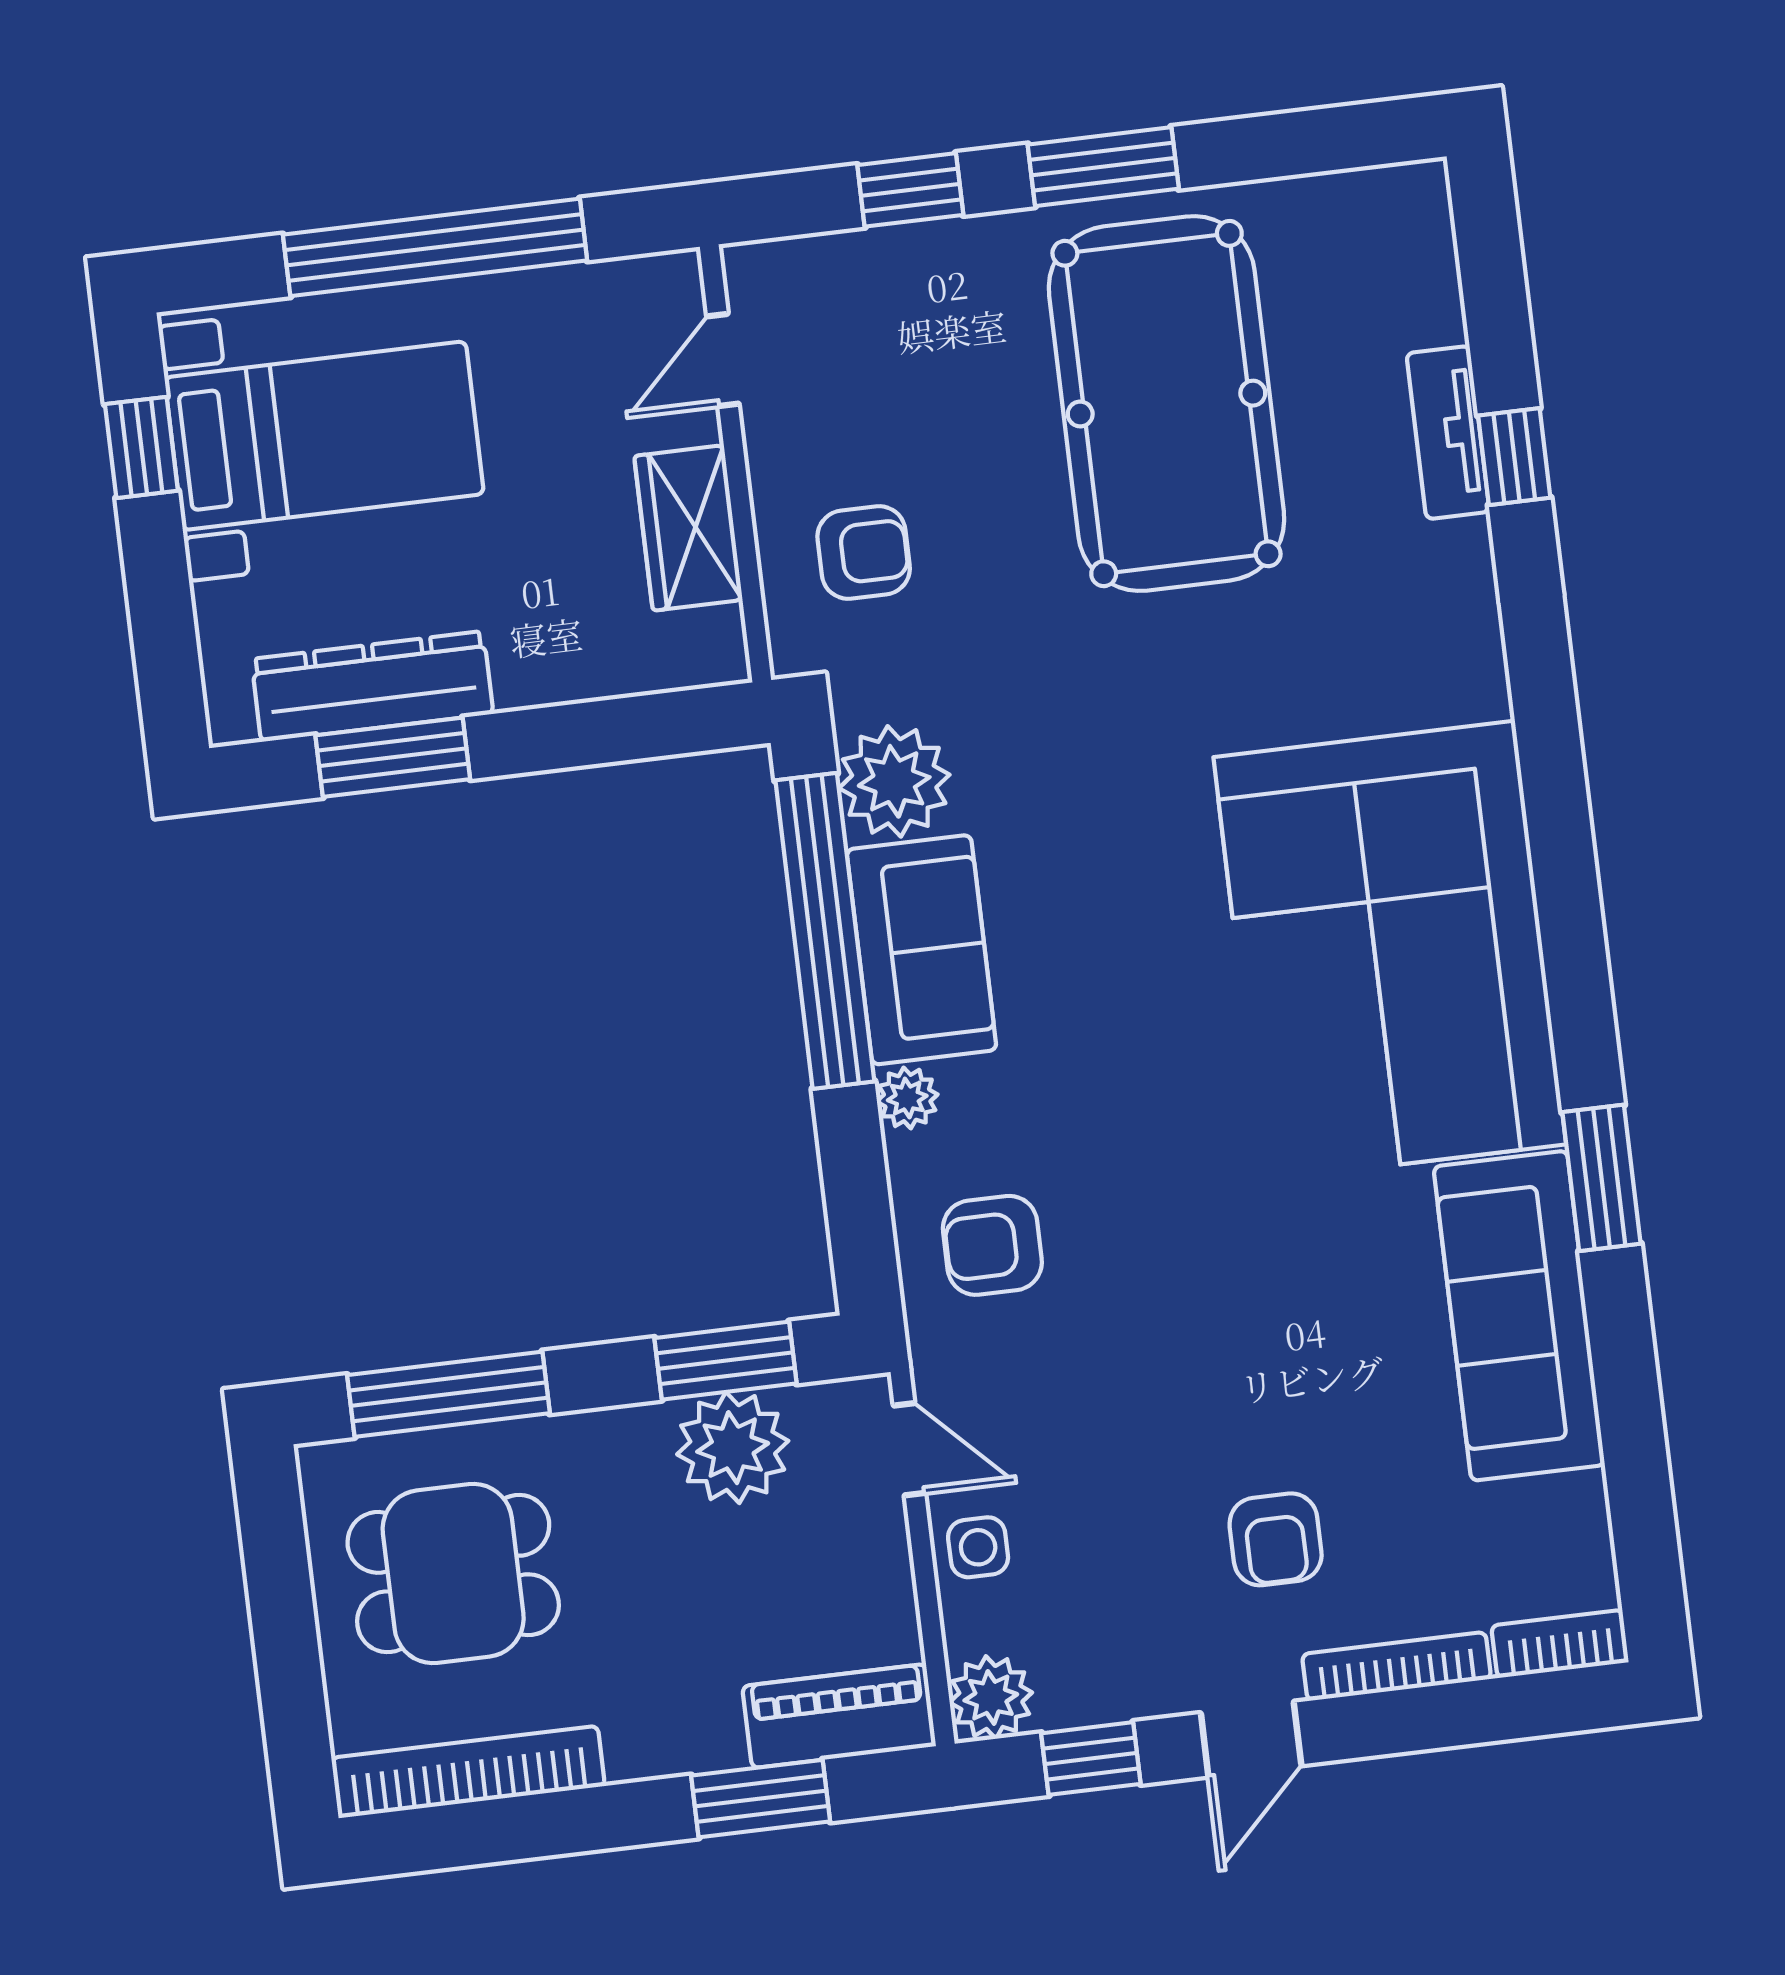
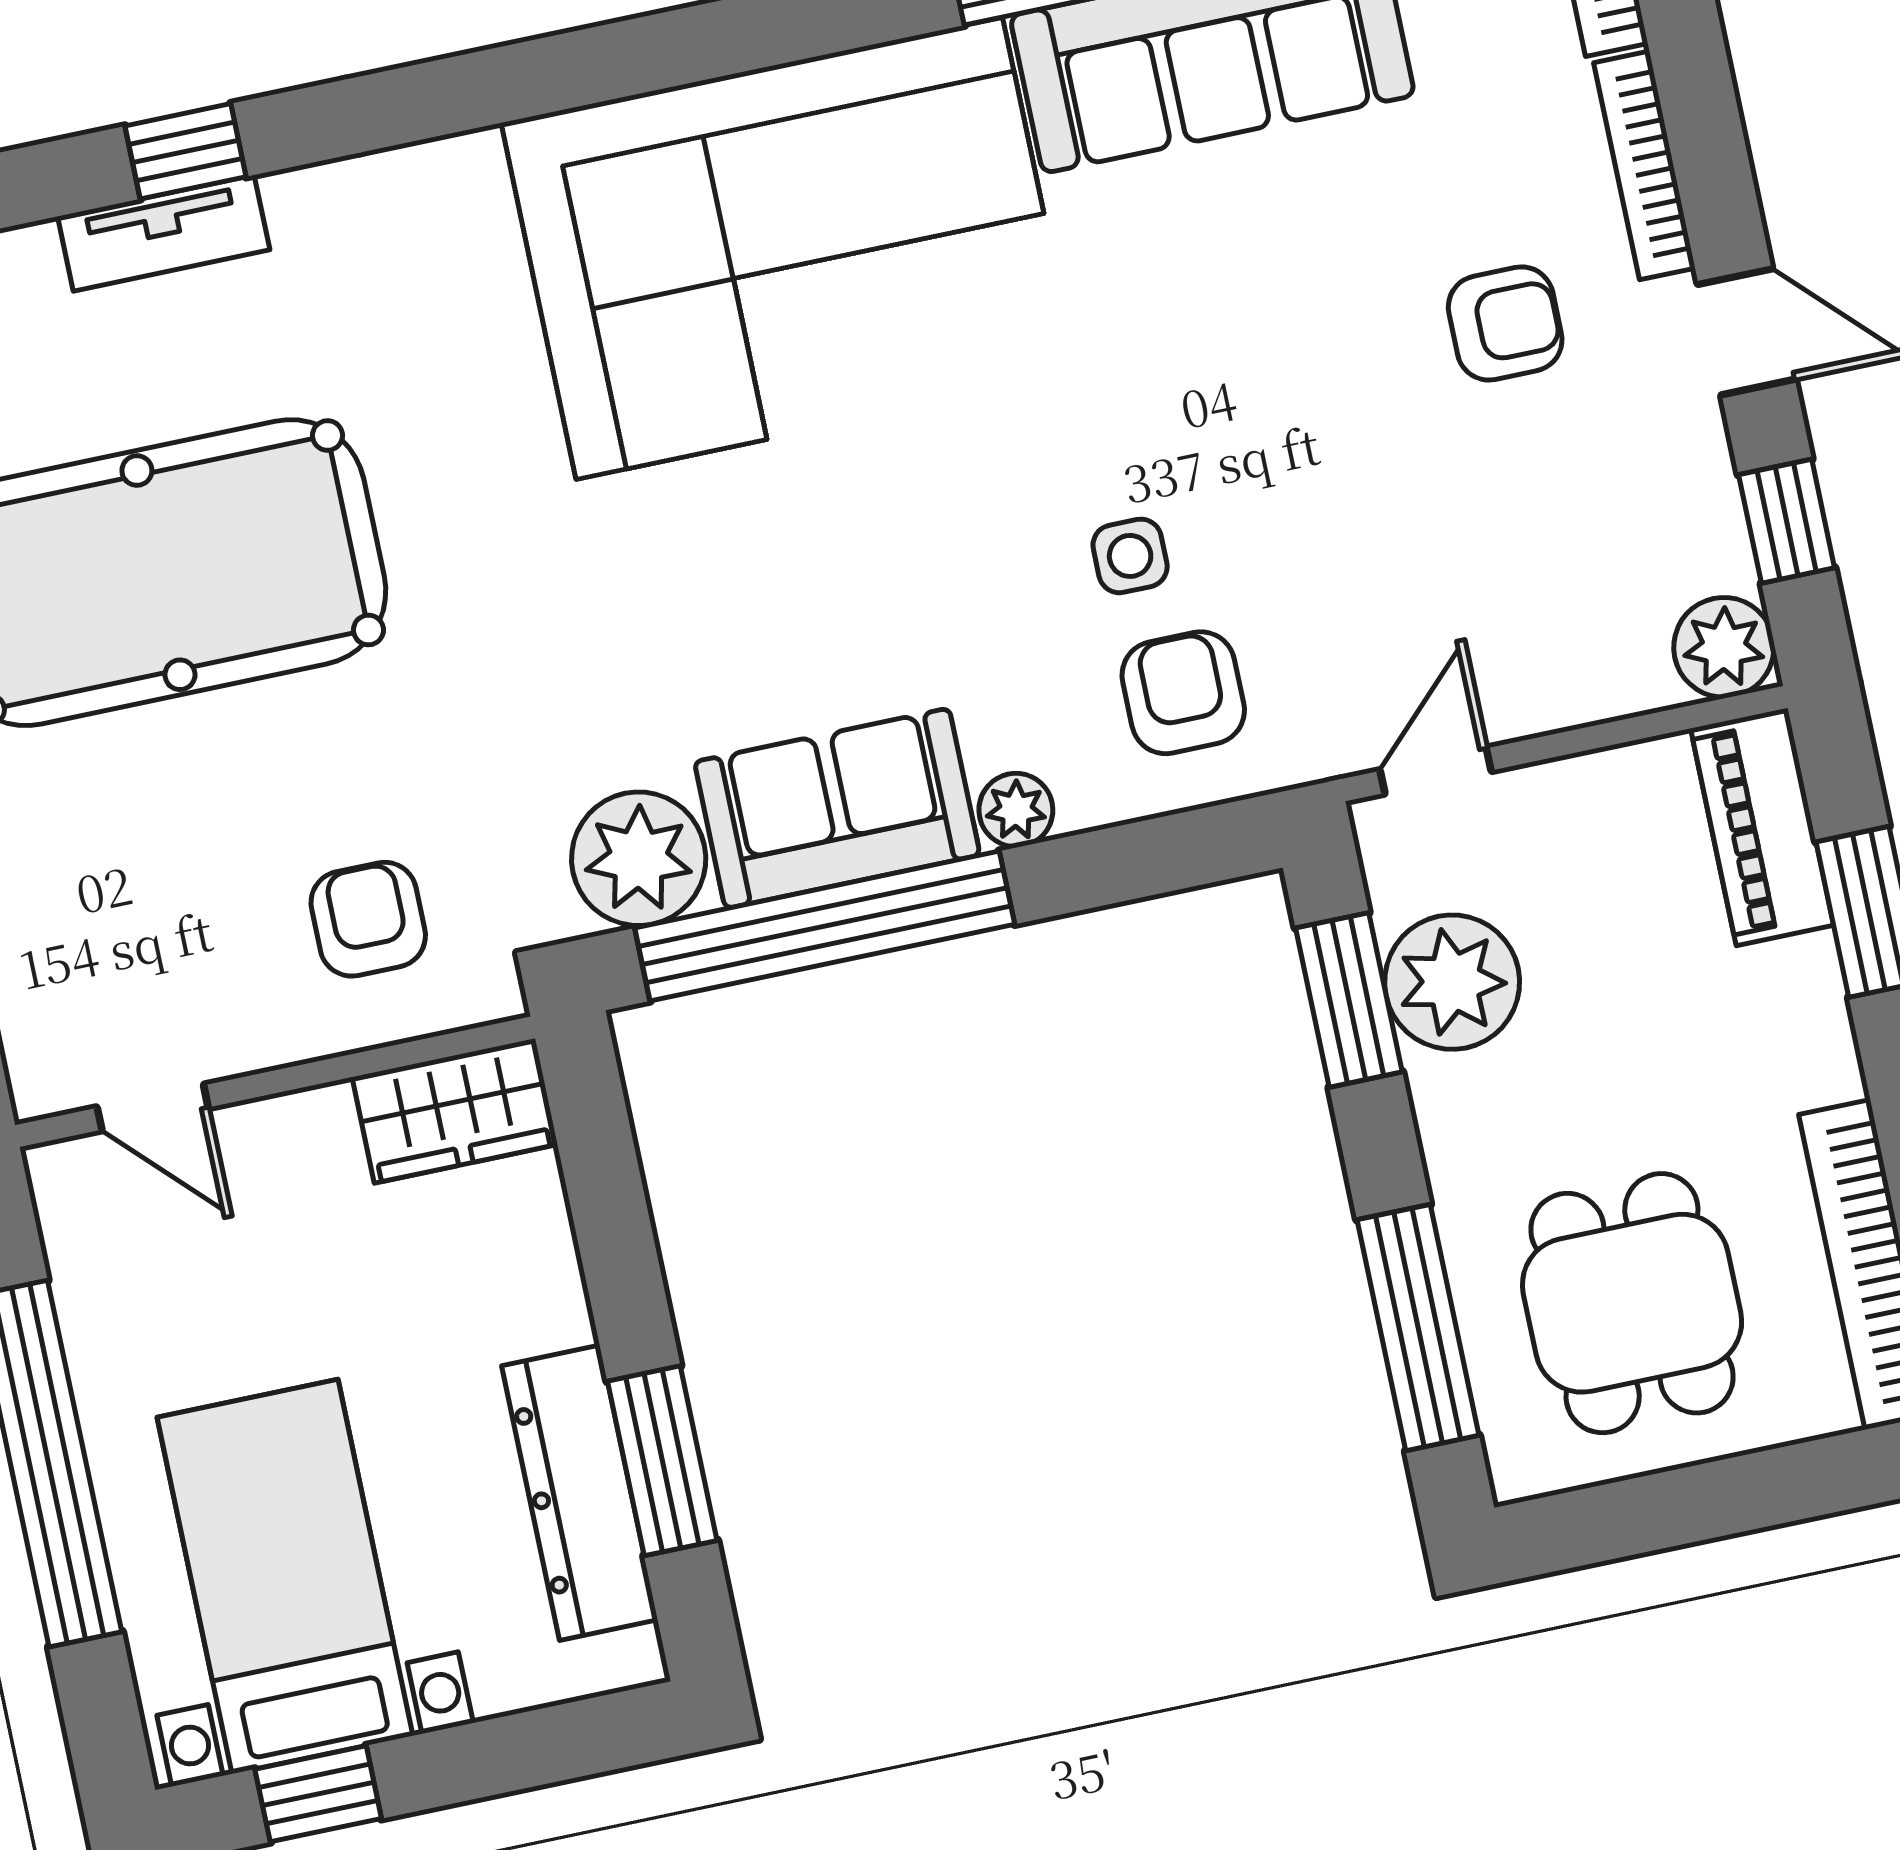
wardrobe: (688, 528) -> (455, 1111), moved
armchair: (992, 1245) -> (1183, 693), turned 180
side table: (978, 1547) -> (1130, 556), moved

